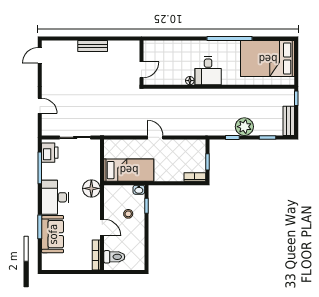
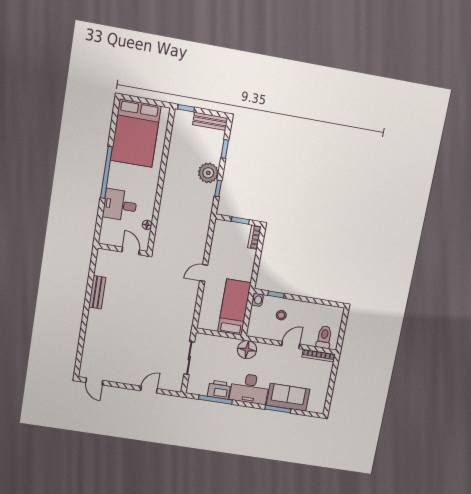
bench: (93, 46) -> (97, 292), moved
wall: (141, 63) -> (123, 250), moved
door: (141, 70) -> (131, 251), moved
desk: (208, 71) -> (120, 205), moved, turned 180
printer: (50, 153) -> (219, 390), moved

